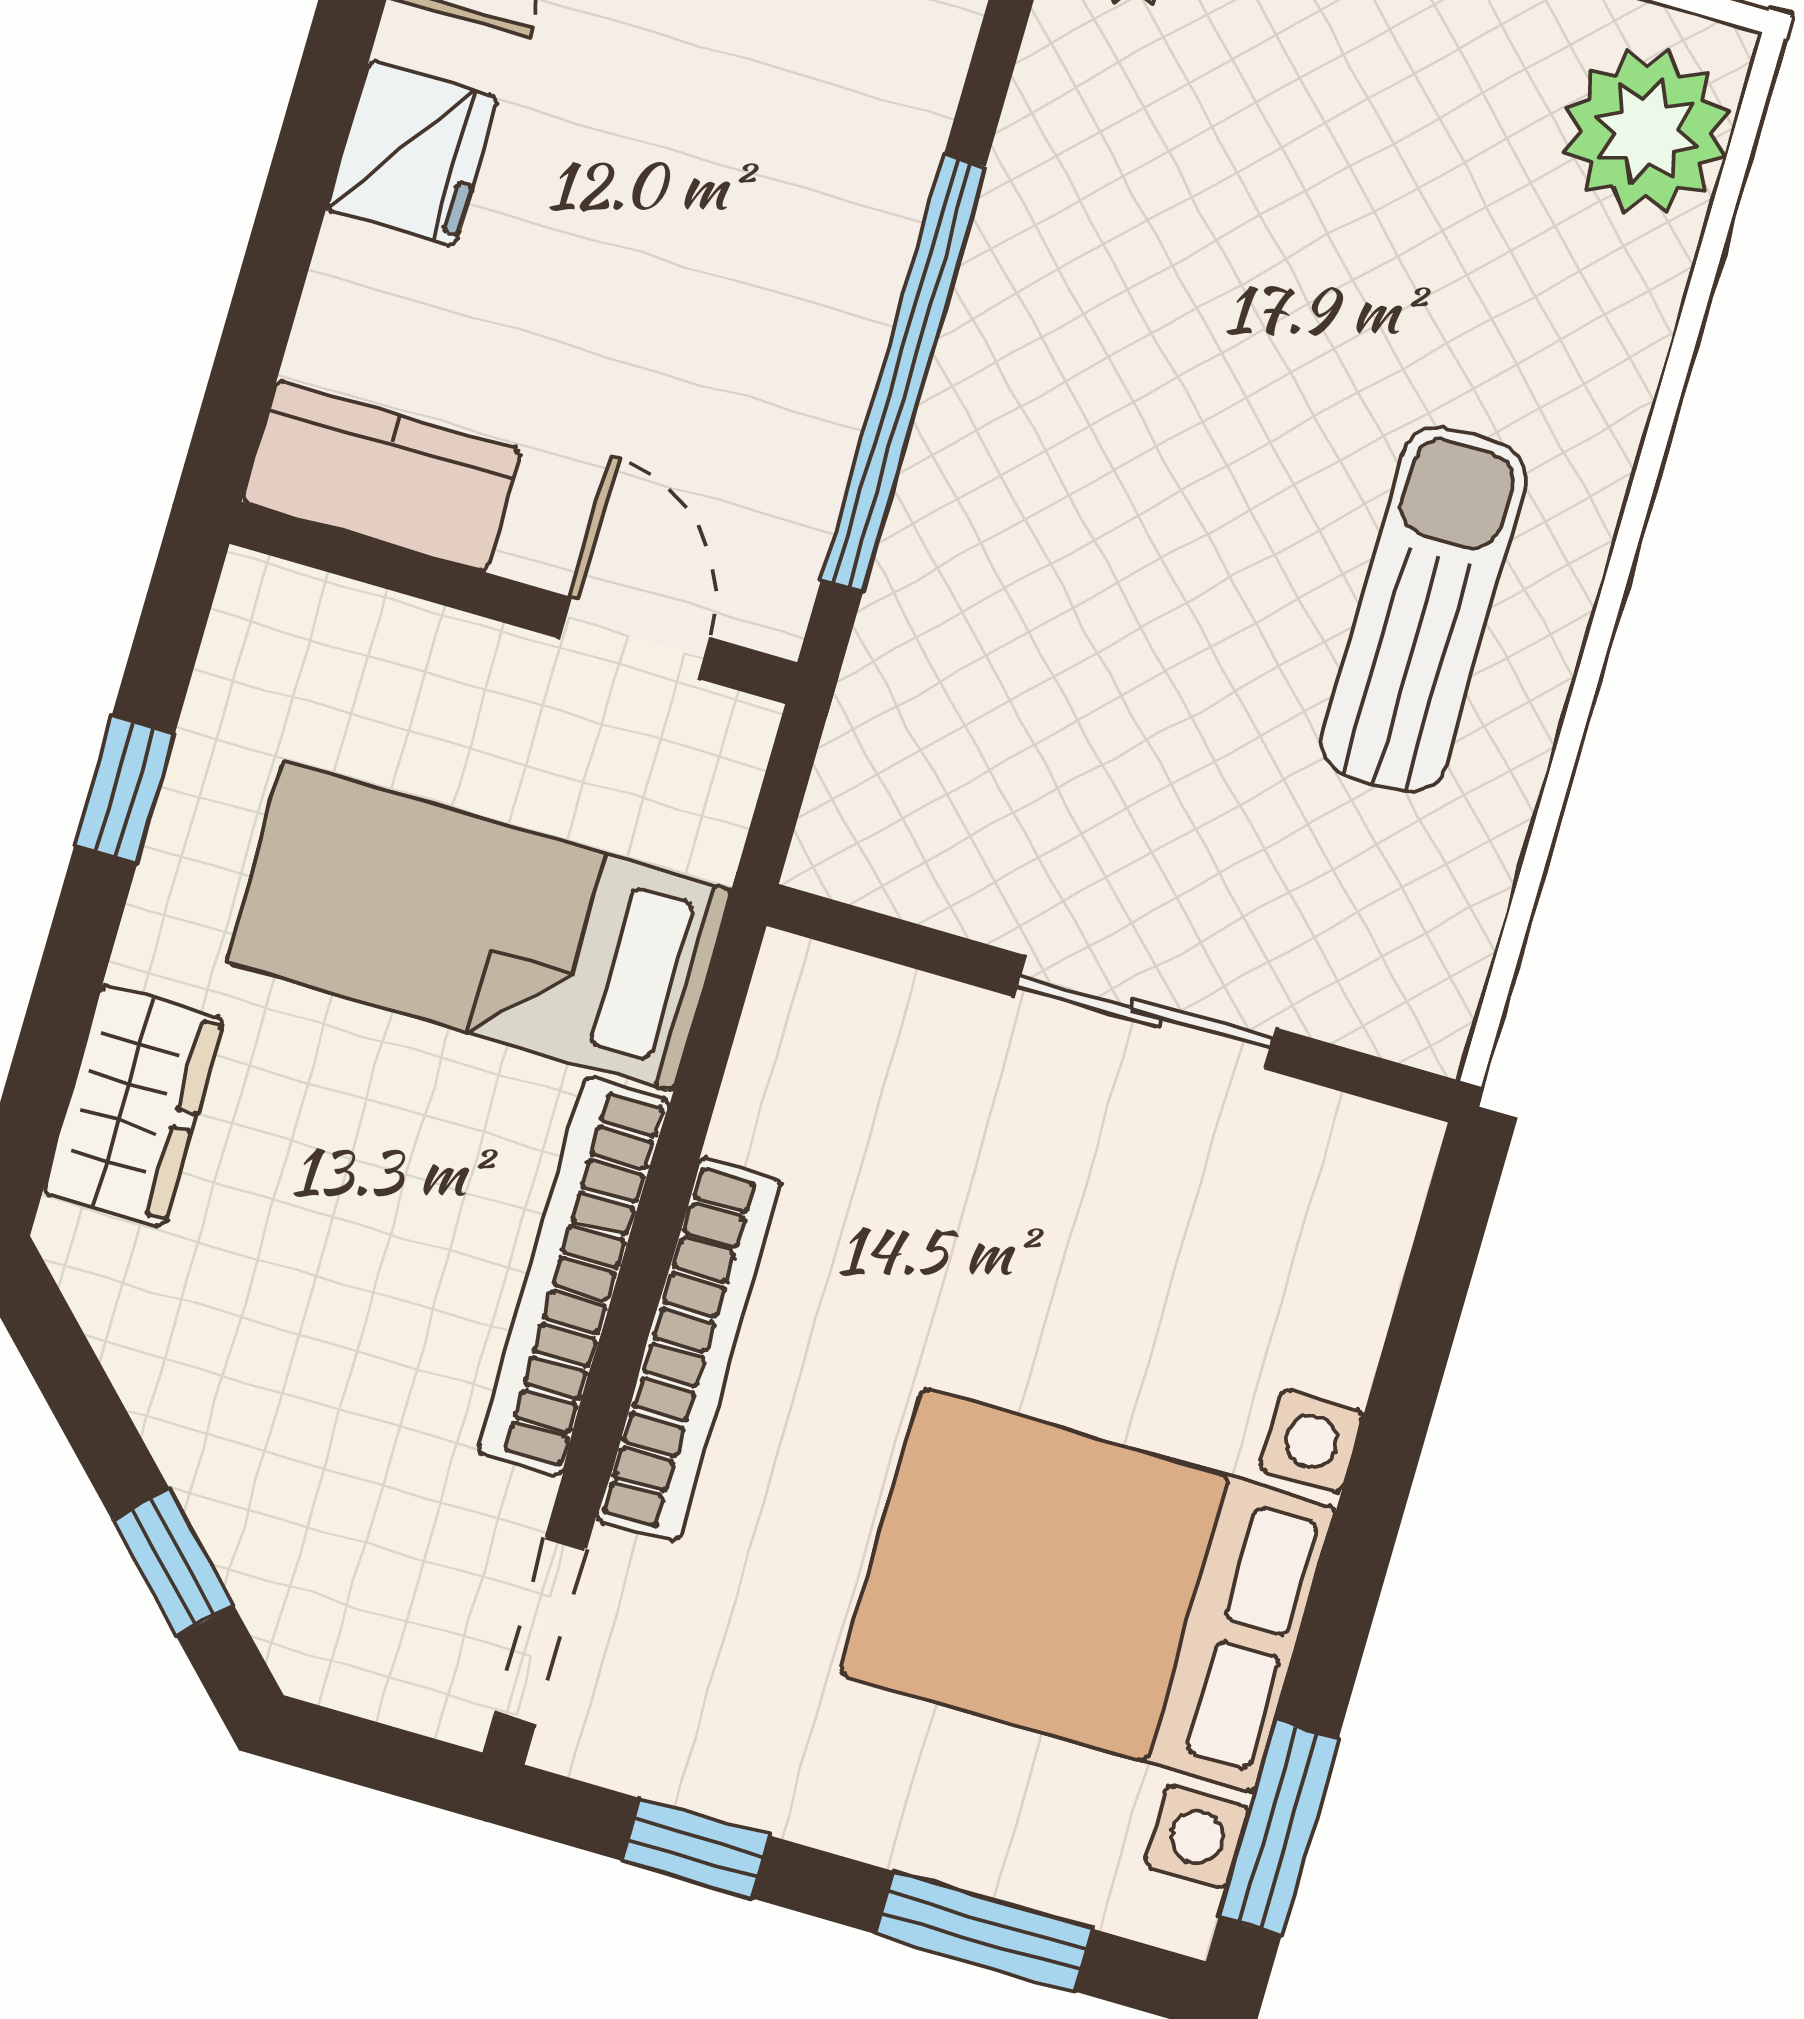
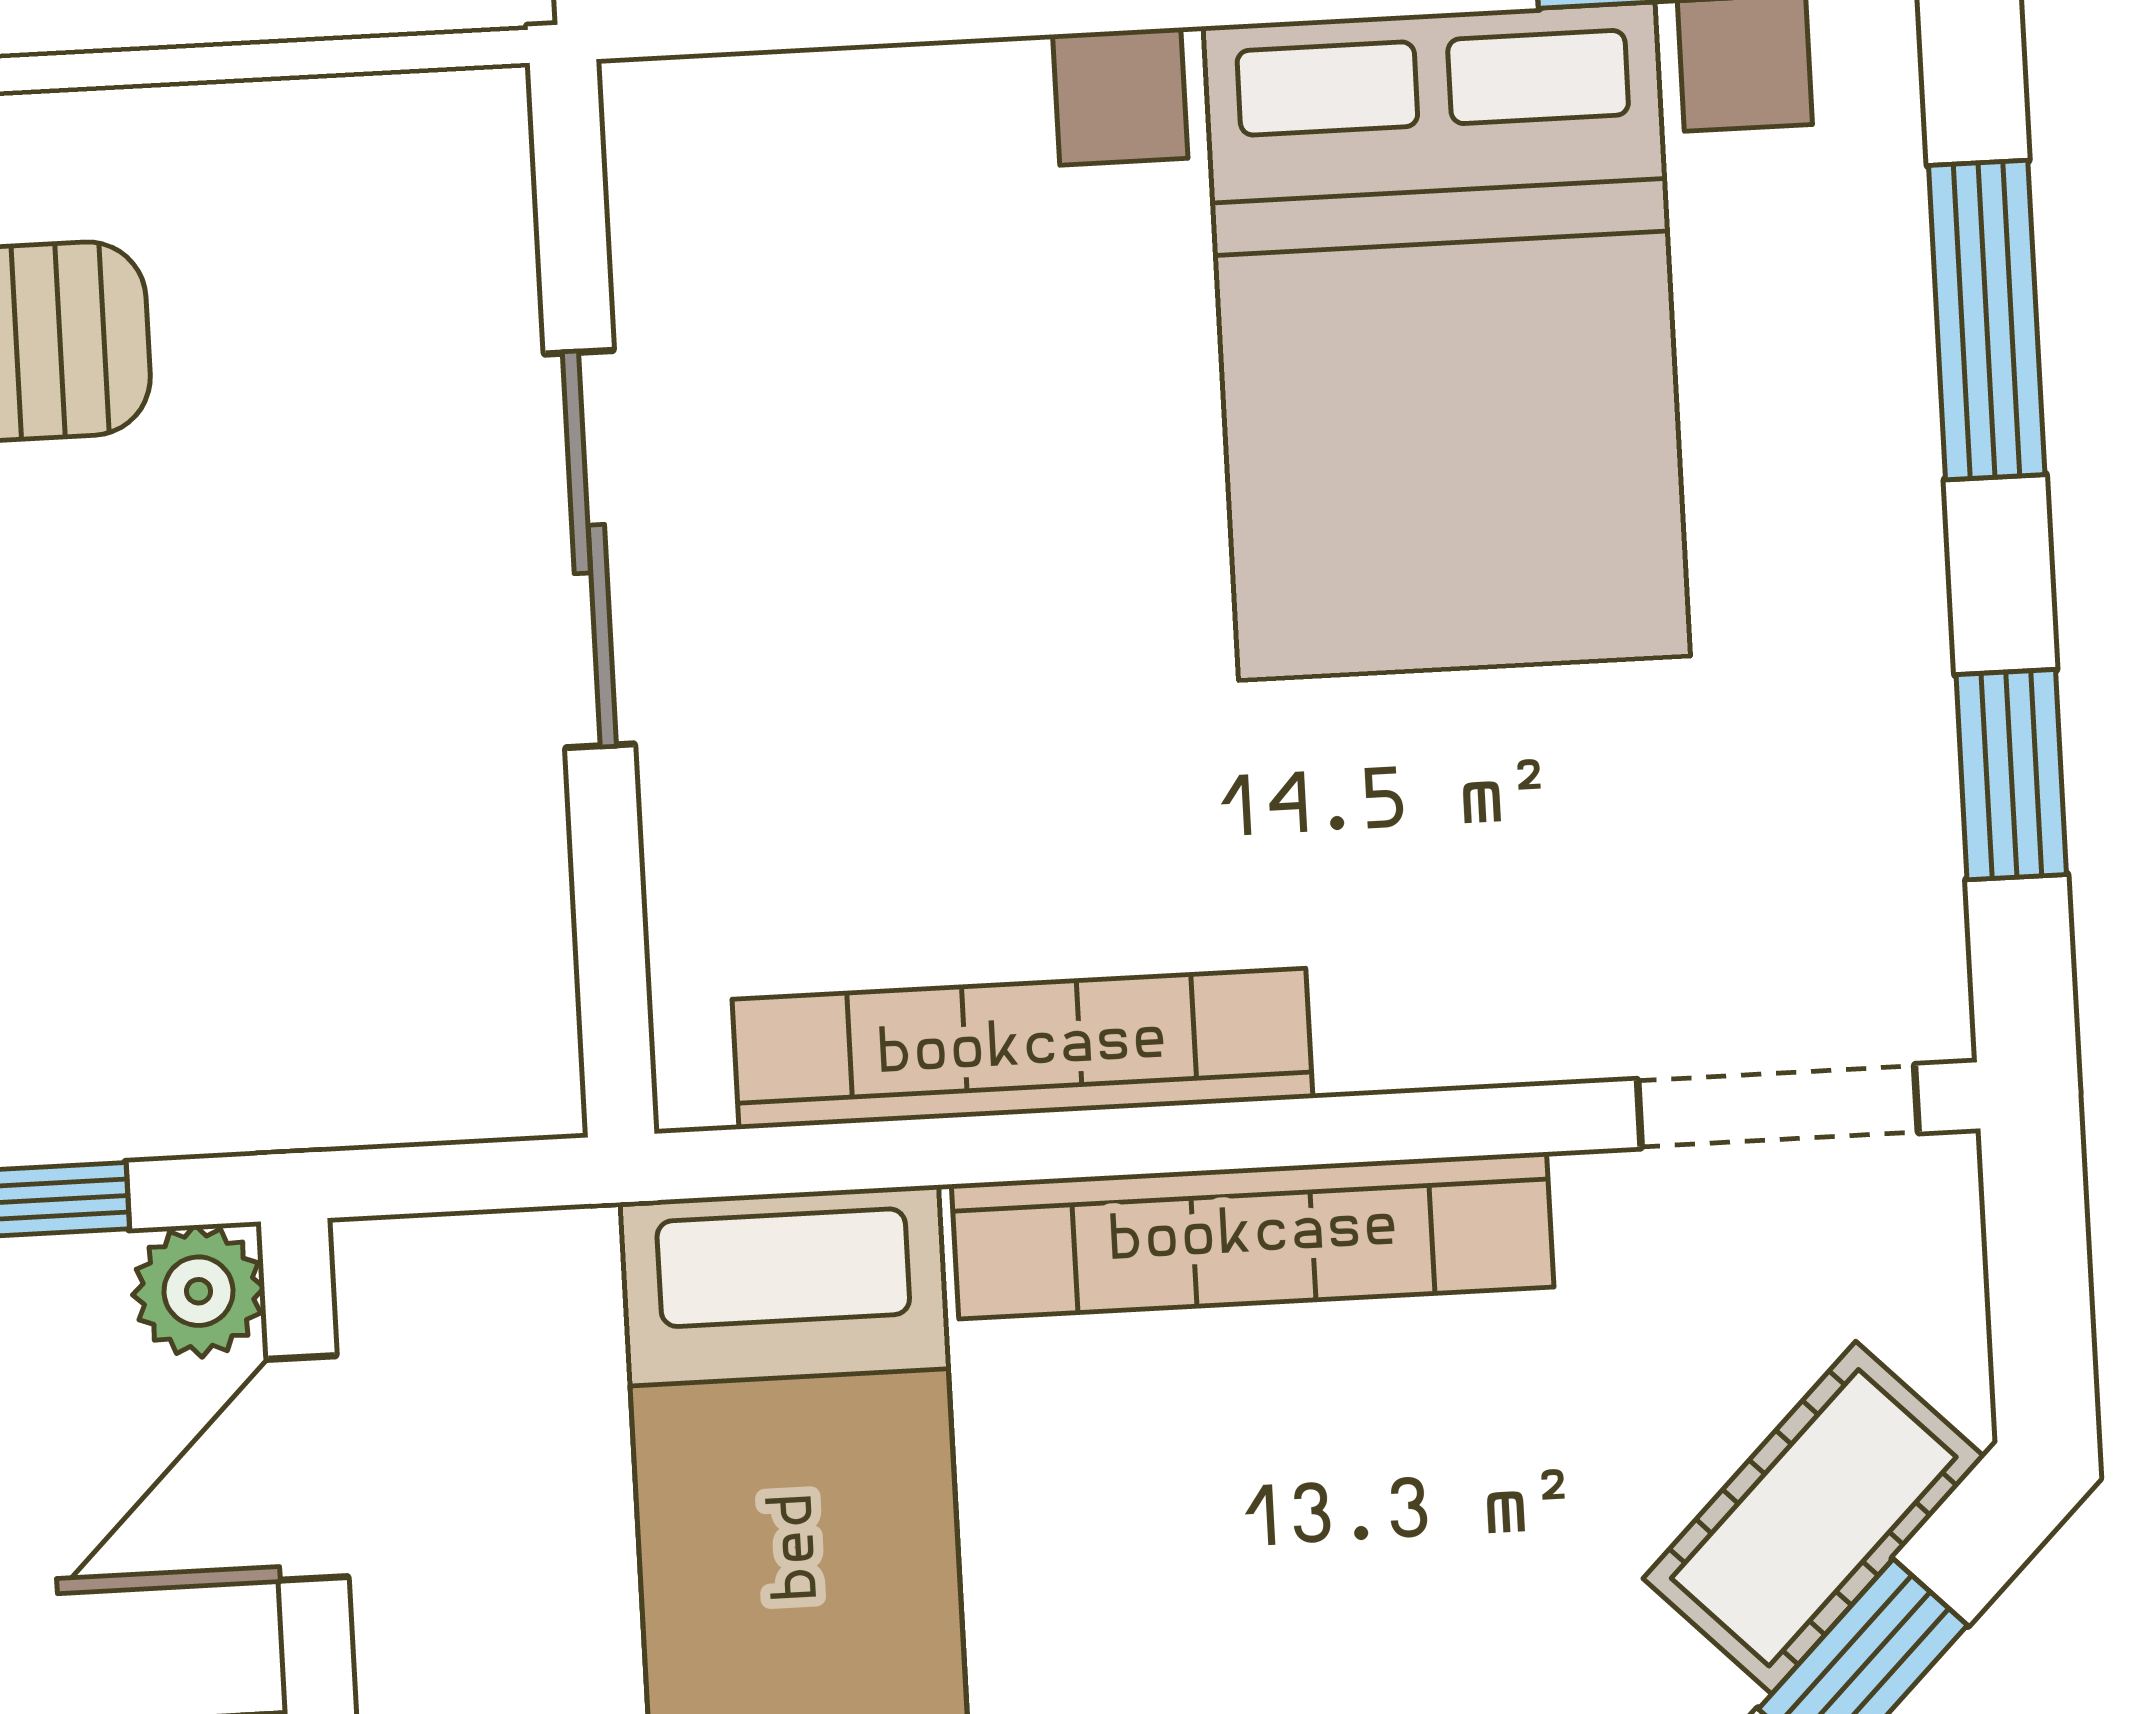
plant: (767, 608) -> (199, 1291), added
bookcase: (689, 1350) -> (1022, 1049), moved
cot: (276, 1564) -> (1814, 1518), added

